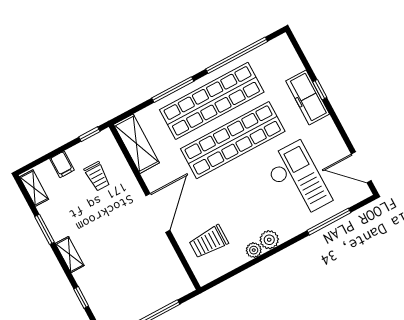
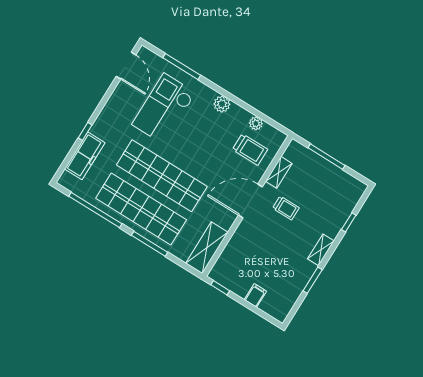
freezer: (308, 97) -> (85, 156), moved
trolley: (97, 176) -> (286, 208), moved, turned 90
shelving: (34, 188) -> (279, 172), moved
plant: (254, 250) -> (256, 123), moved

